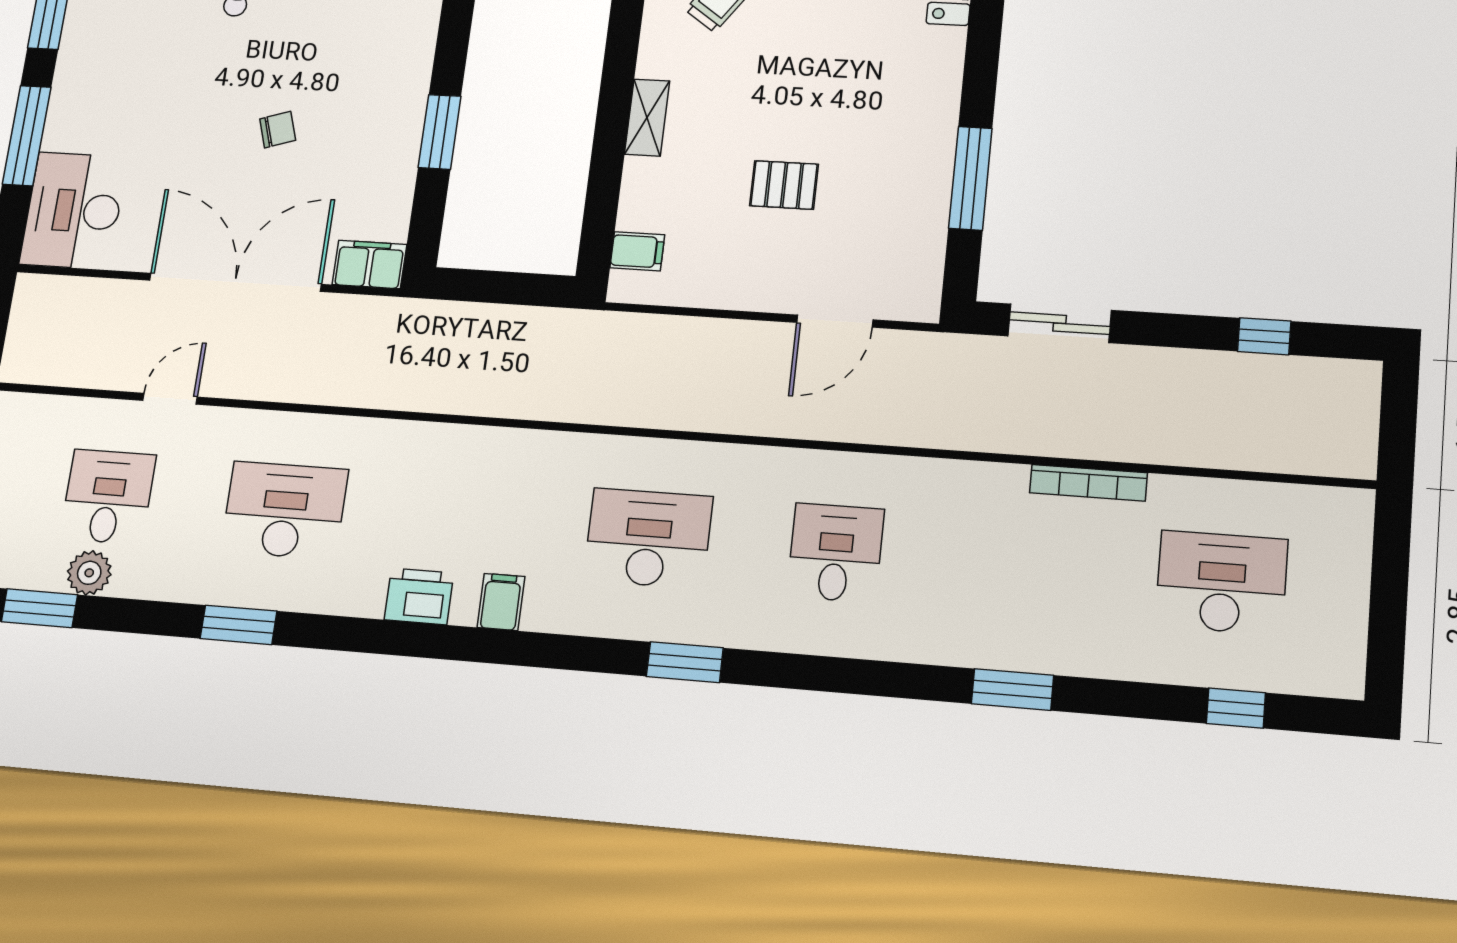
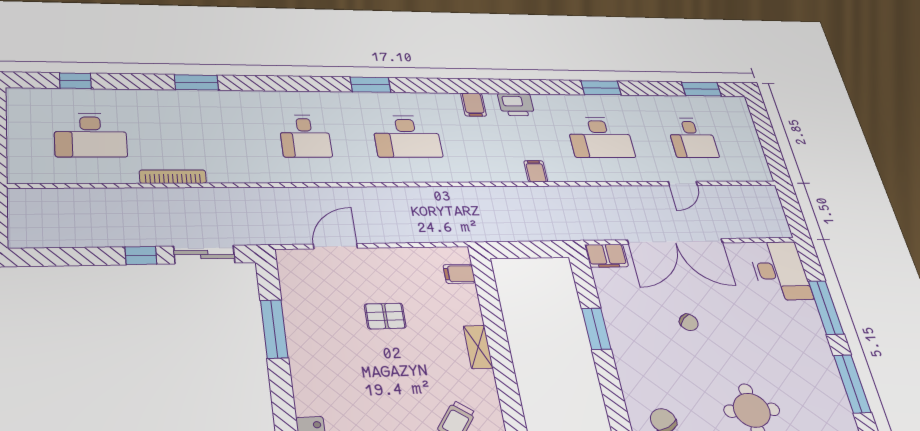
chair: (278, 130) -> (689, 322), turned -117
window: (1264, 336) -> (141, 255), moved
filing cabinet: (433, 445) -> (536, 171), added
plant: (89, 573) -> (685, 105), removed

